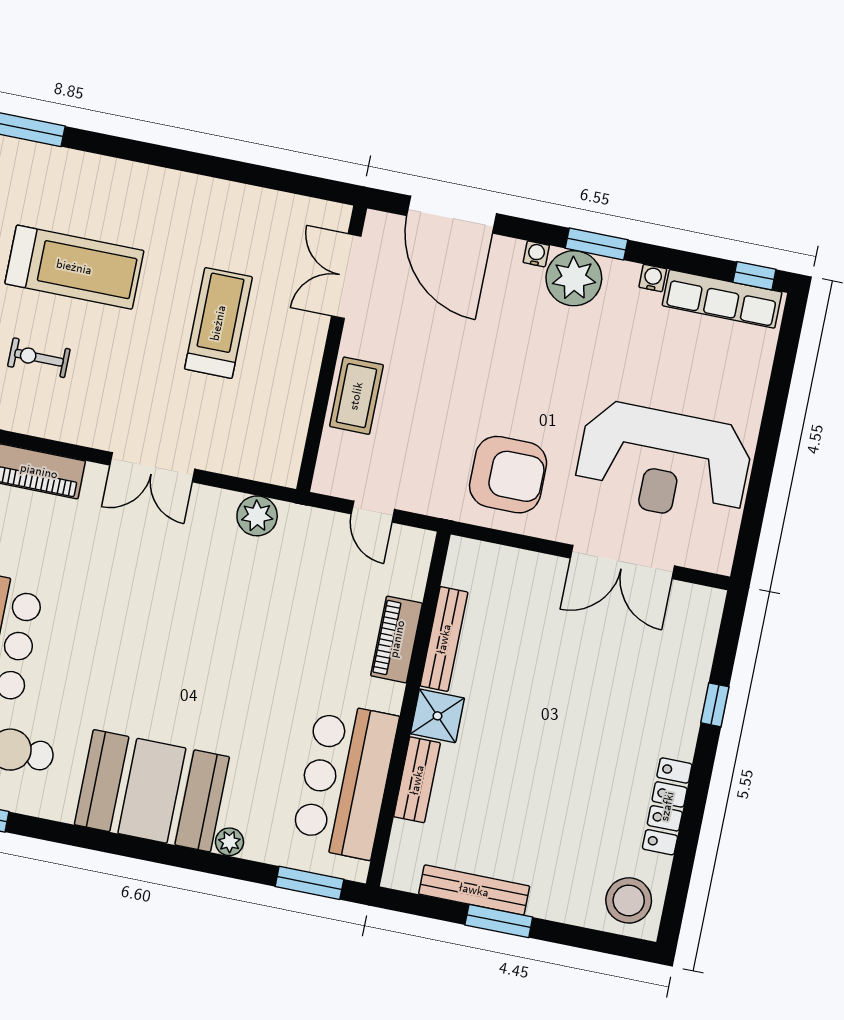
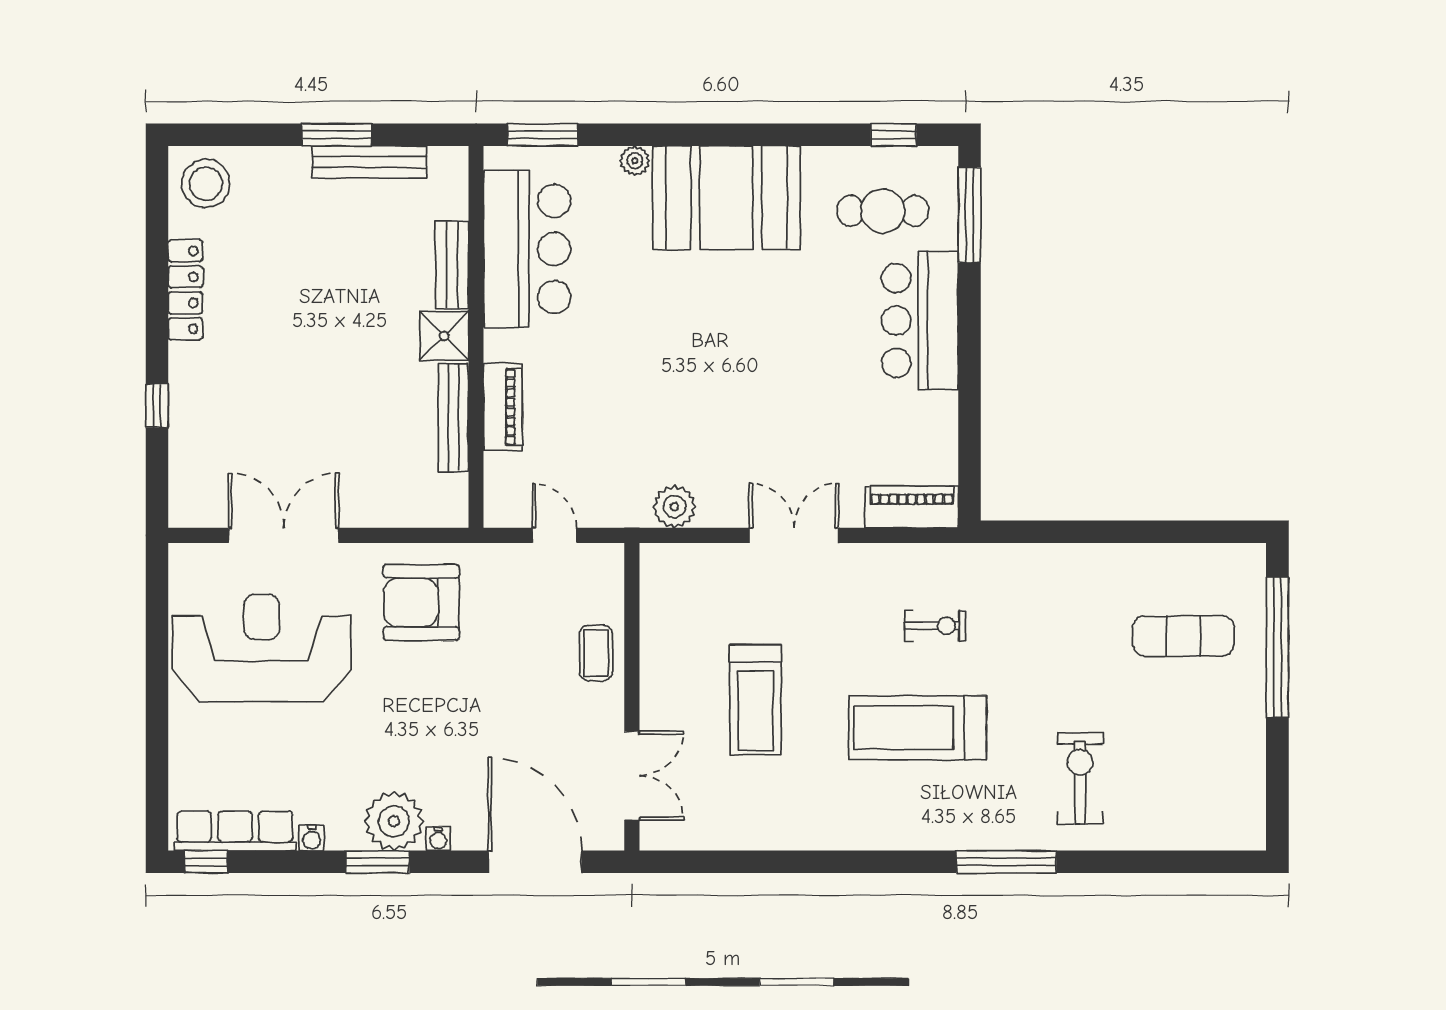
coffee table: (356, 396) -> (596, 653), width x0.73, depth x0.77

